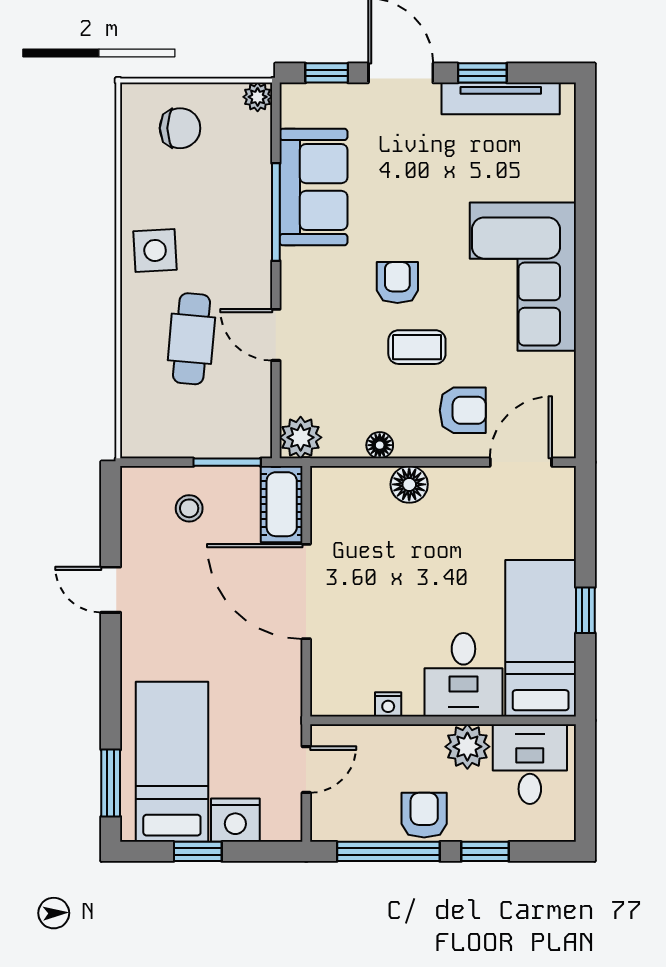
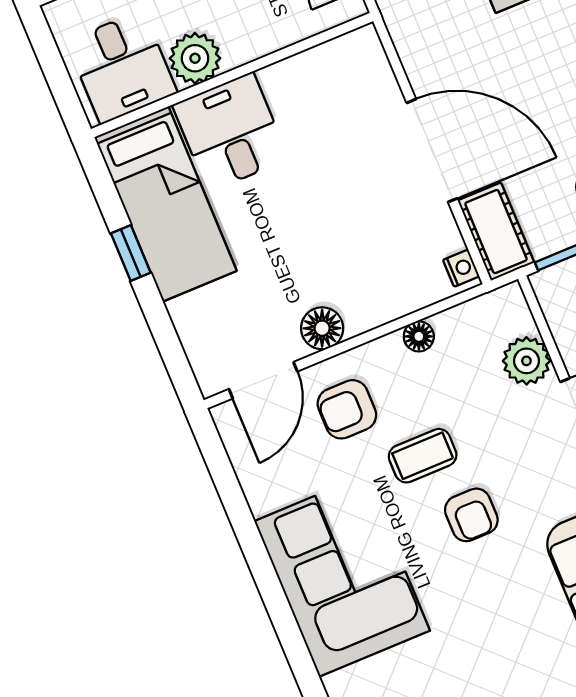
plant: (301, 437) -> (526, 361), moved
floor lamp: (409, 484) -> (322, 328), moved
nightstand: (388, 704) -> (461, 268), moved, turned 90

